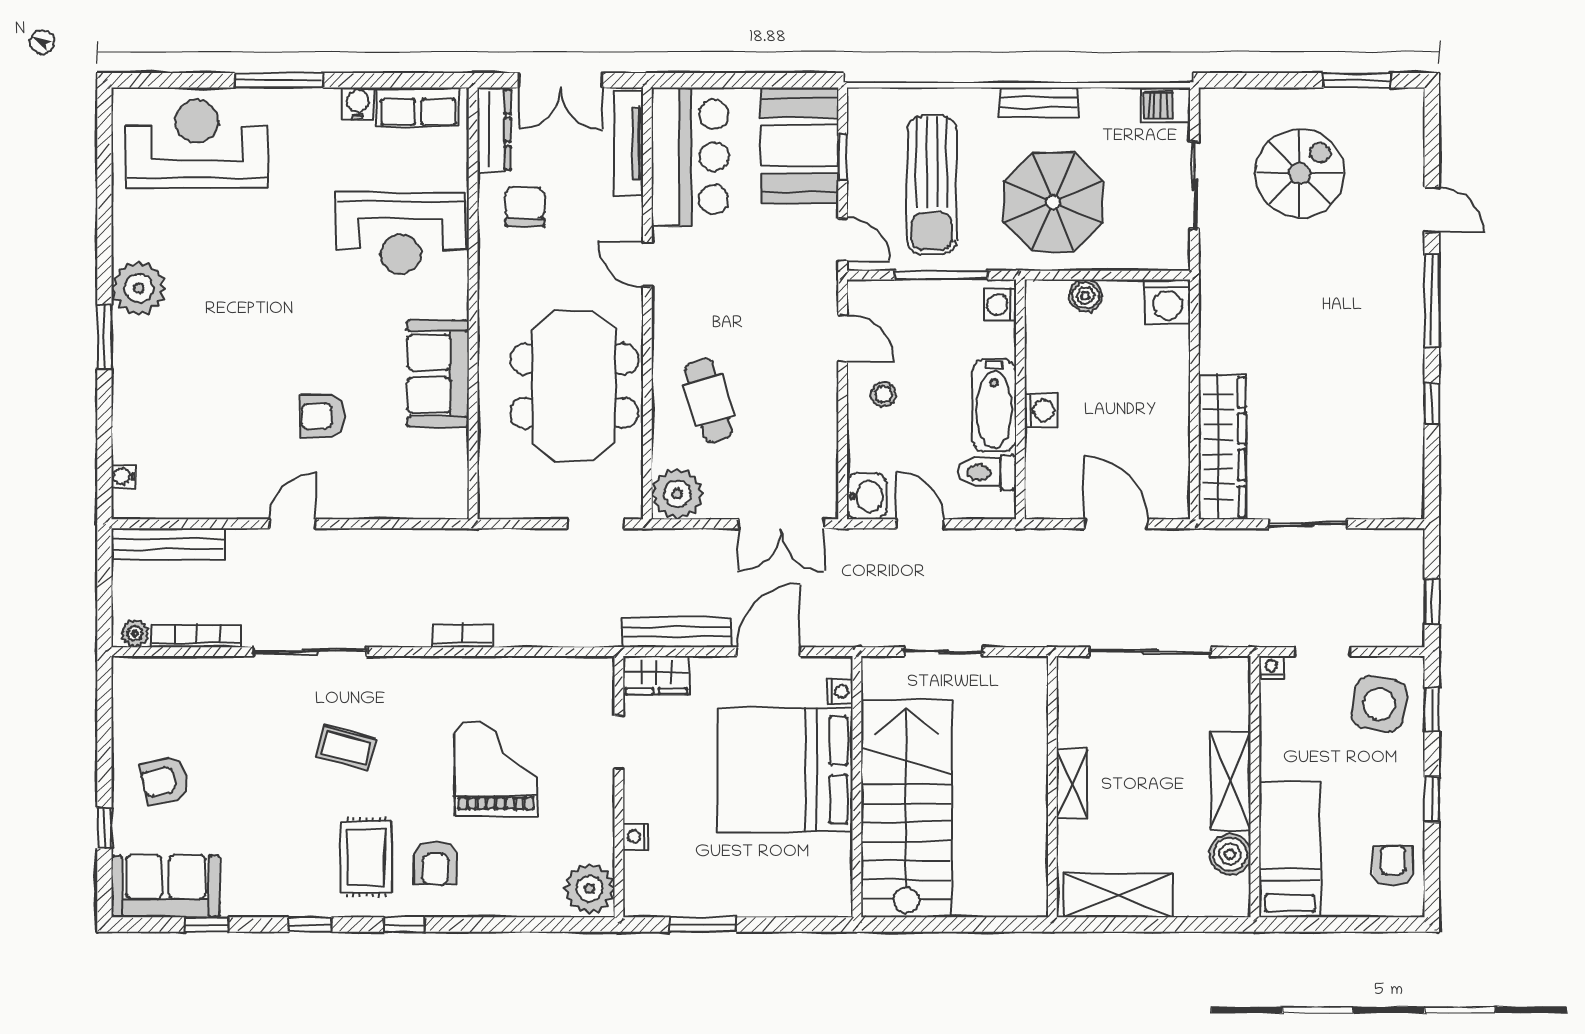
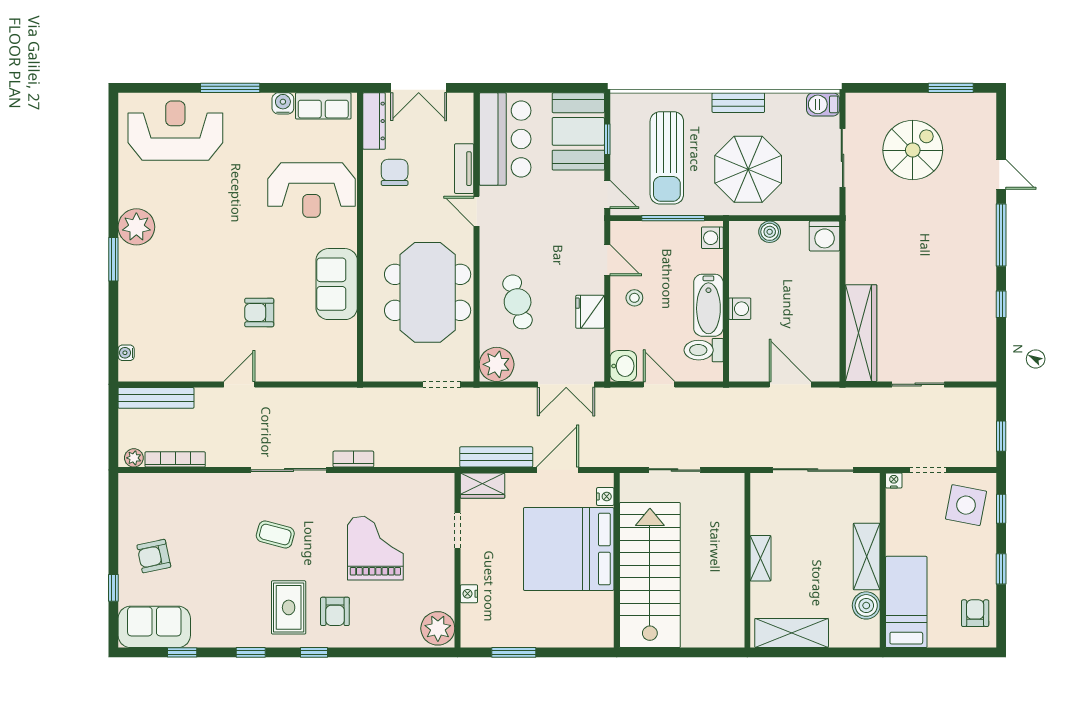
tv unit: (629, 144) -> (464, 169), moved, width x0.71
fridge: (817, 415) -> (590, 312), added
sliding door: (310, 652) -> (289, 470), moved

